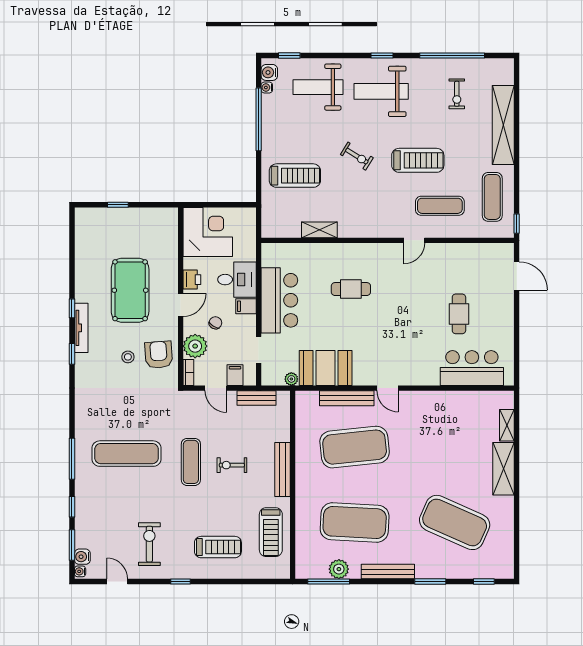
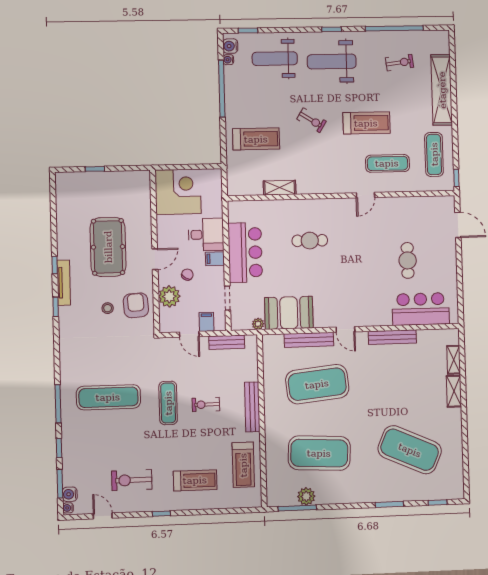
exercise bike: (457, 94) -> (399, 63), turned -97
printer: (192, 280) -> (165, 236), removed
bookcase: (188, 372) -> (164, 321), removed
shelving: (503, 469) -> (454, 391), width x0.67, depth x0.75
exercise bike: (149, 544) -> (132, 480), turned -90
bench: (388, 572) -> (392, 337), moved

